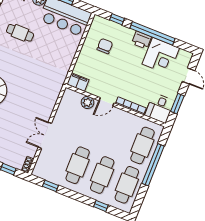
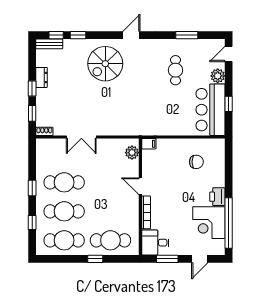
window: (117, 19) -> (229, 163), removed
window: (153, 33) -> (229, 223), moved
filing cabinet: (78, 82) -> (149, 144), width x0.50
plant: (88, 102) -> (132, 153), moved
double door: (45, 135) -> (81, 137), swing flipped
window: (153, 165) -> (95, 259), width x0.32
window: (50, 186) -> (32, 188), moved

